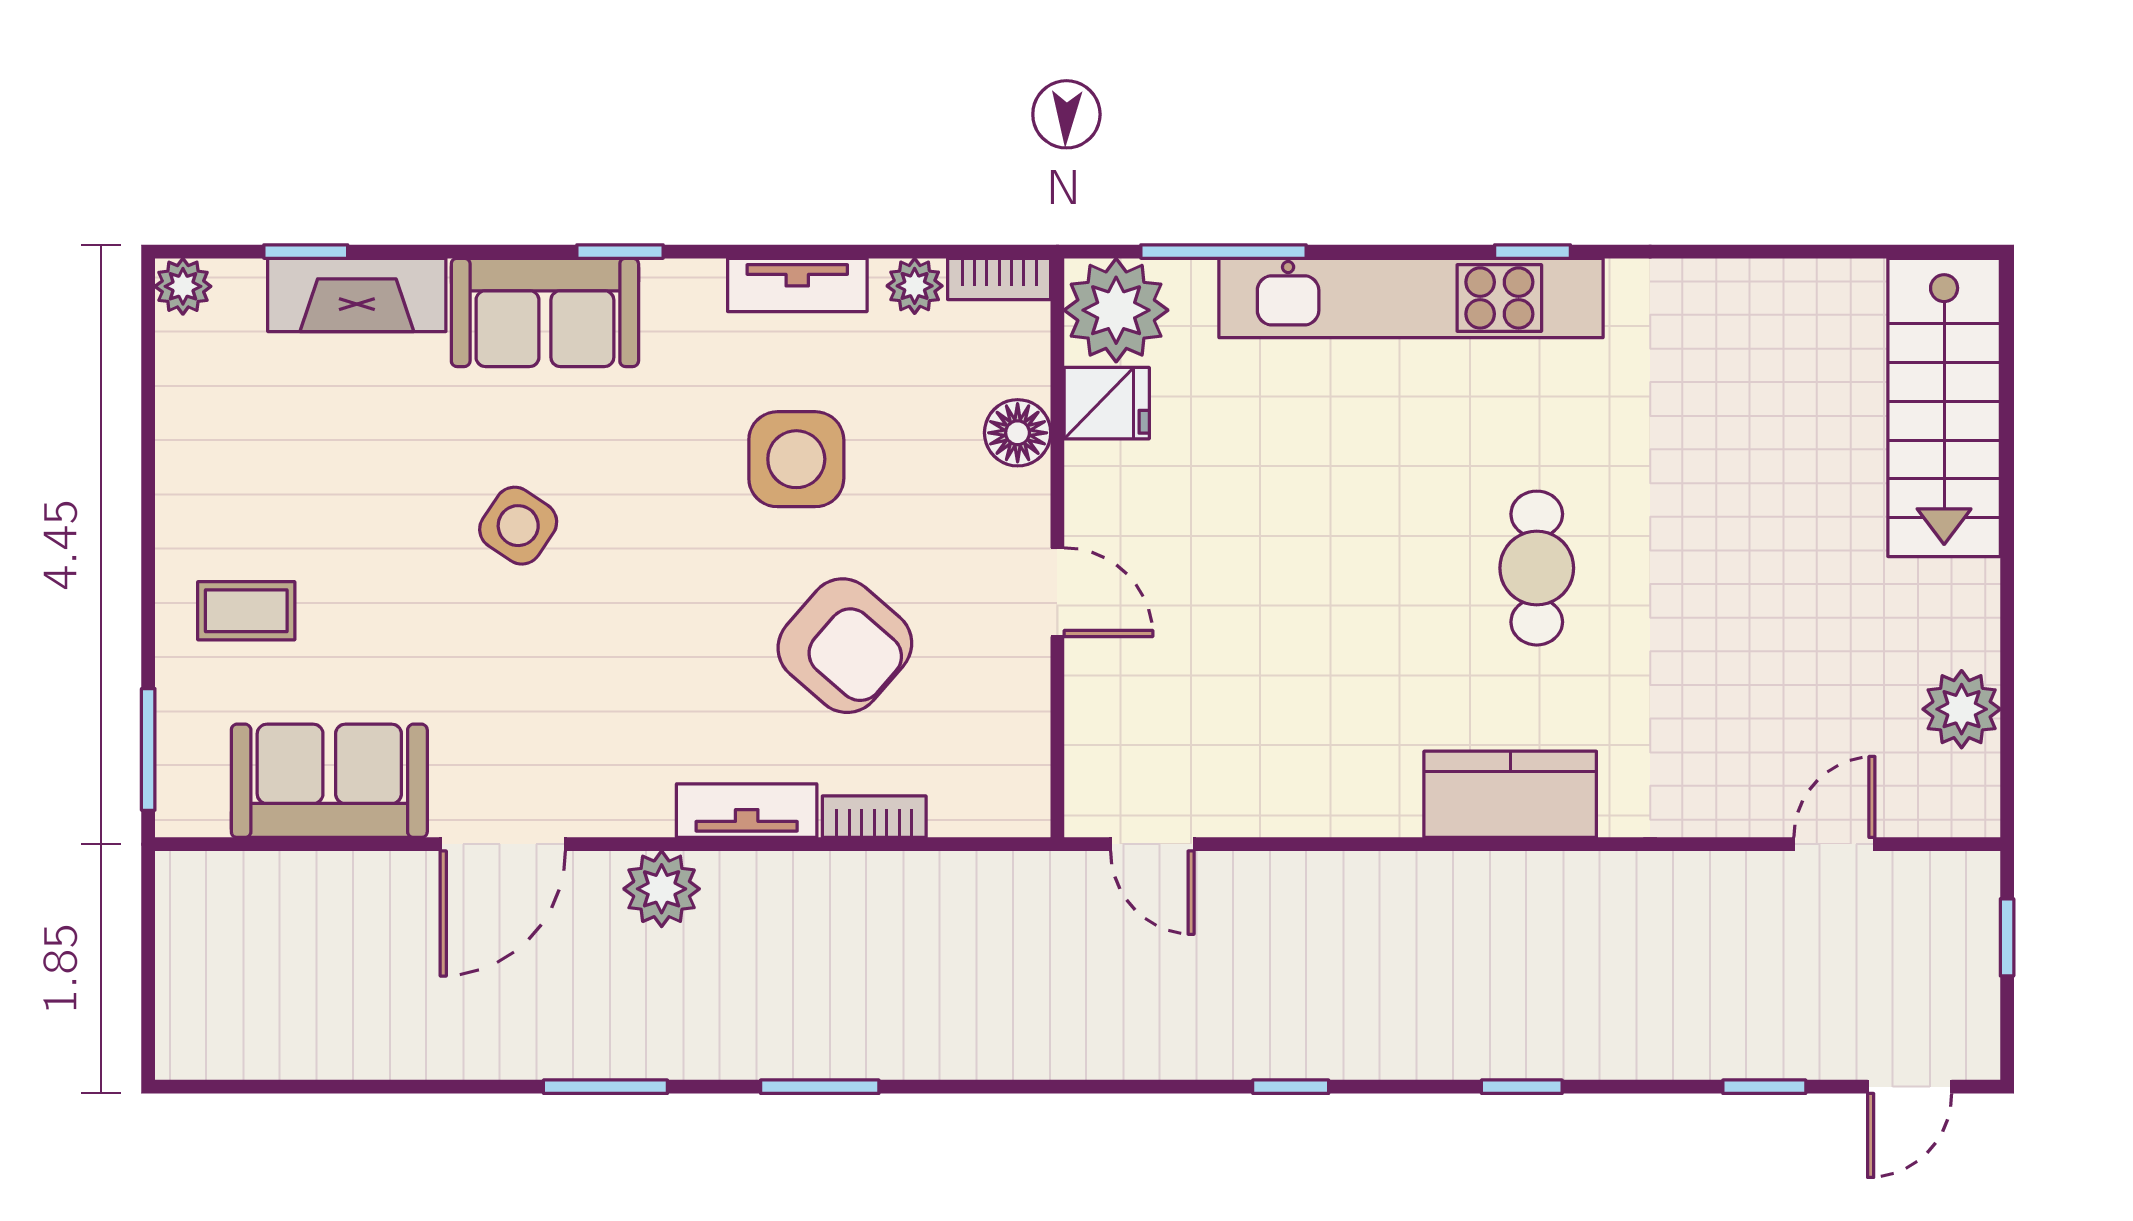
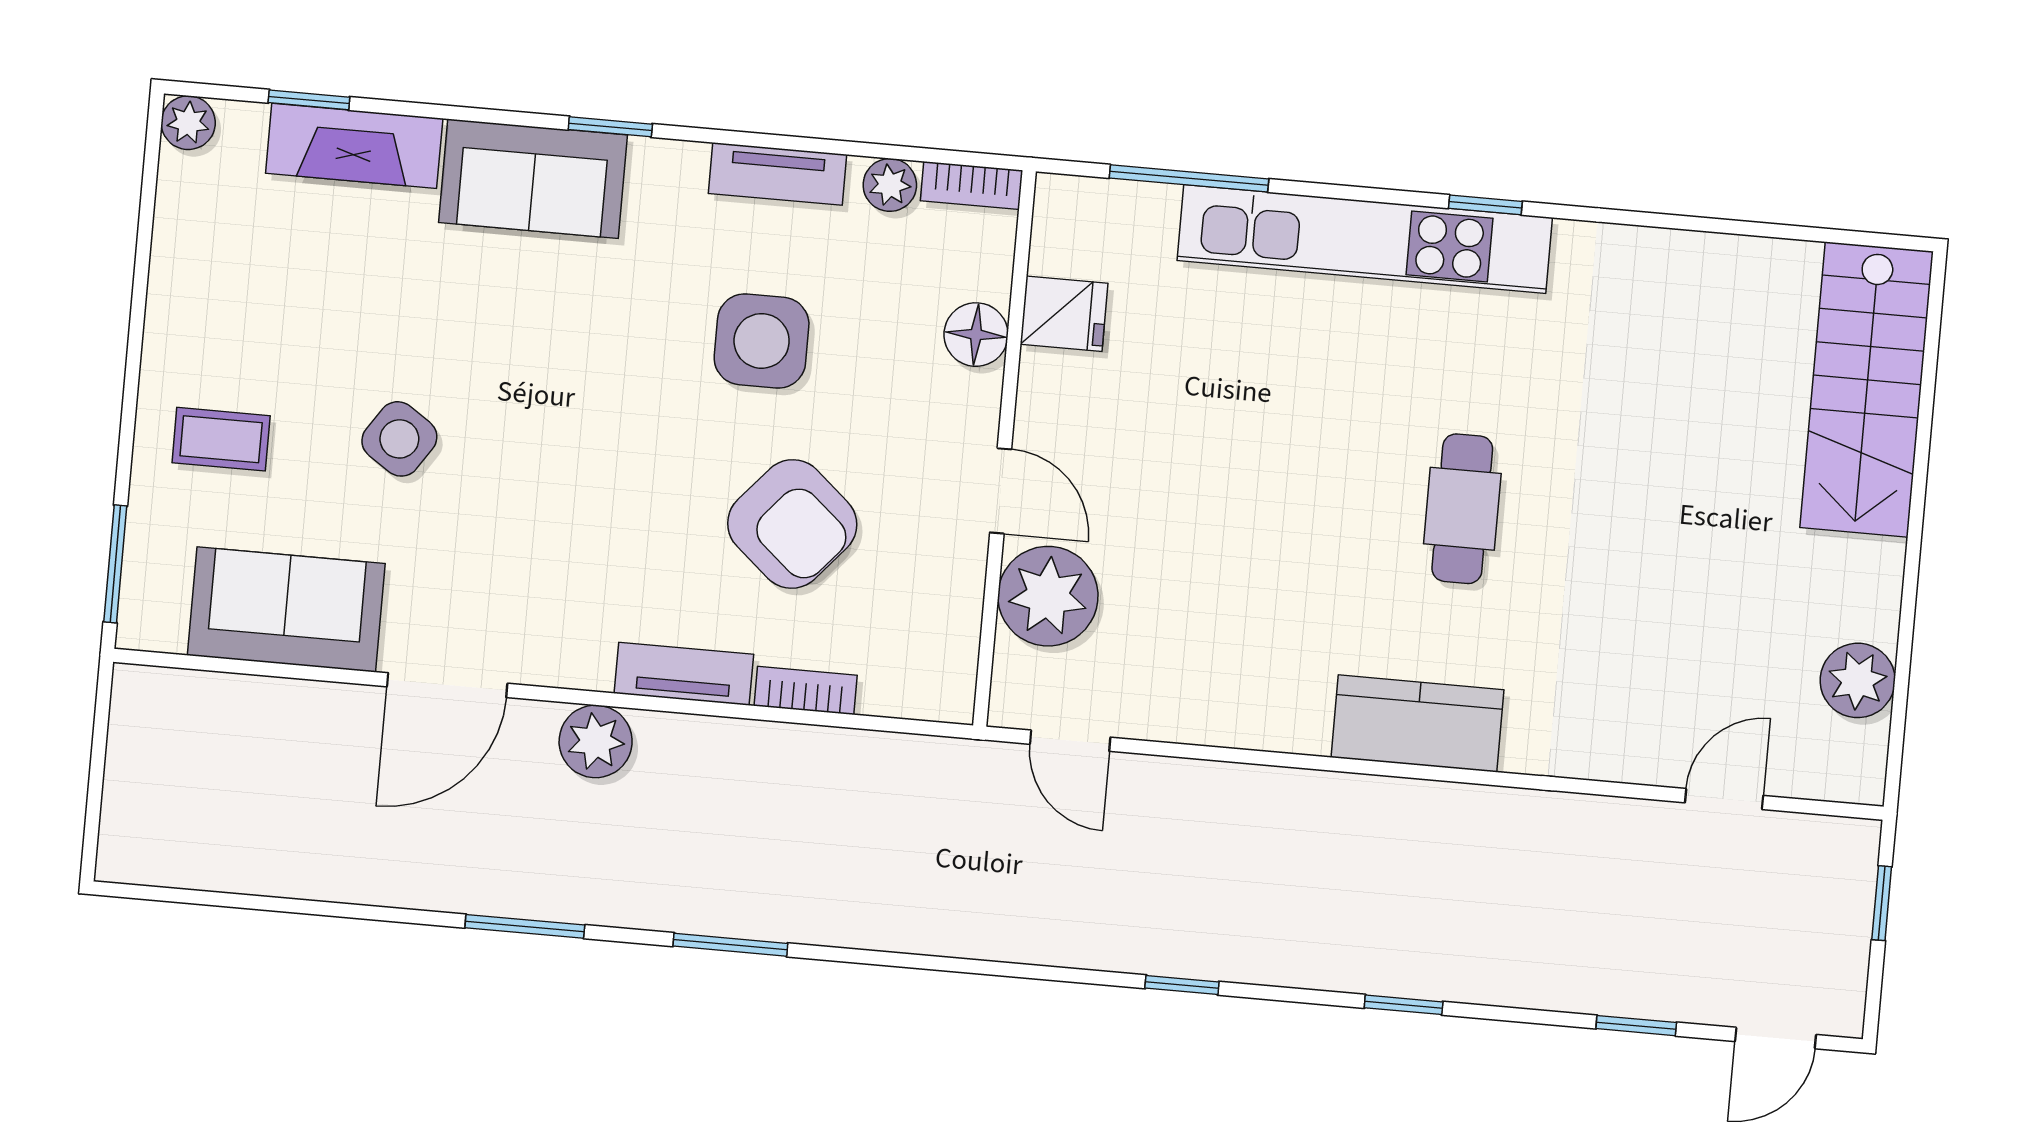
plant: (1116, 310) -> (1048, 596), moved
side table: (518, 526) -> (399, 439), moved

